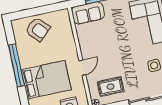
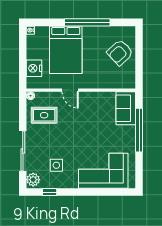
rug: (111, 87) -> (44, 115), turned 90

